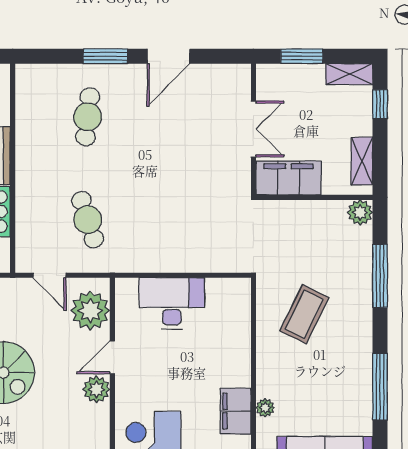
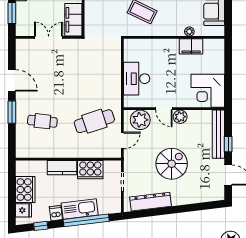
cafe table: (88, 220) -> (94, 121), width x1.37, depth x1.35

